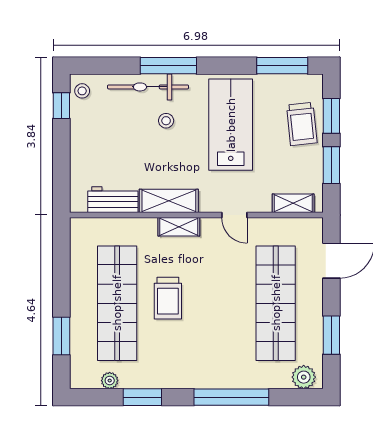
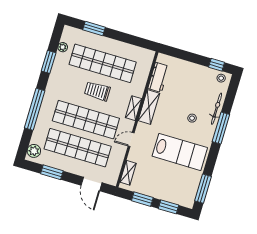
bicycle: (148, 87) -> (217, 109), width x0.73, depth x0.71
trolley: (302, 124) -> (169, 190), removed
shop shelf: (223, 303) -> (86, 120), added

